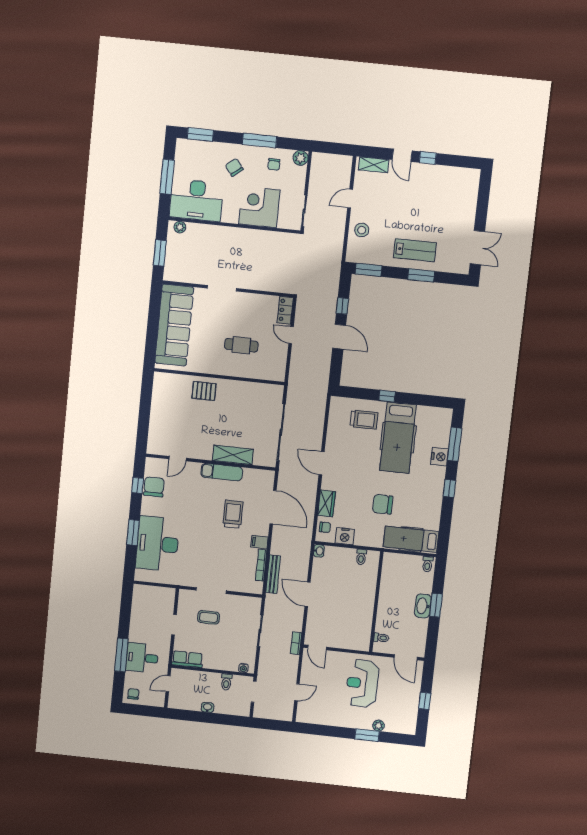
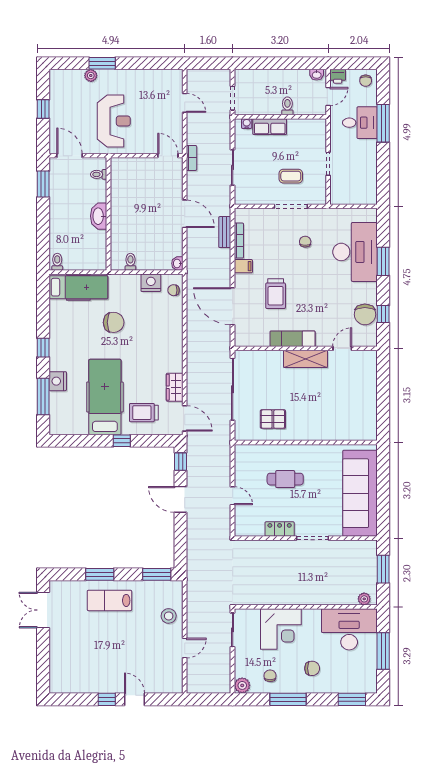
shelving: (374, 165) -> (164, 686), removed
chair: (234, 167) -> (312, 668), turned -52
window: (342, 306) -> (181, 462), moved
locker: (285, 310) -> (280, 529), moved, turned -90
pallet: (204, 391) -> (273, 419), moved
shelving: (233, 455) -> (306, 359), moved
door: (322, 463) -> (185, 418), moved
wardrobe: (326, 504) -> (175, 387), moved
chair: (202, 558) -> (305, 242), added
bench: (273, 574) -> (225, 232), width x0.73
window: (436, 605) -> (43, 184), moved
washbasin: (423, 606) -> (99, 216), moved, turned 180
row of seats: (187, 659) -> (270, 127), moved
toilet: (226, 682) -> (287, 106), moved
door: (297, 692) -> (185, 103), swing flipped
printer: (158, 701) -> (338, 76), added
washbasin: (208, 707) -> (317, 75), moved

